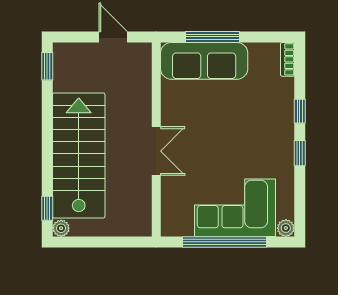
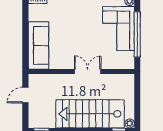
window: (212, 37) -> (25, 41), removed

